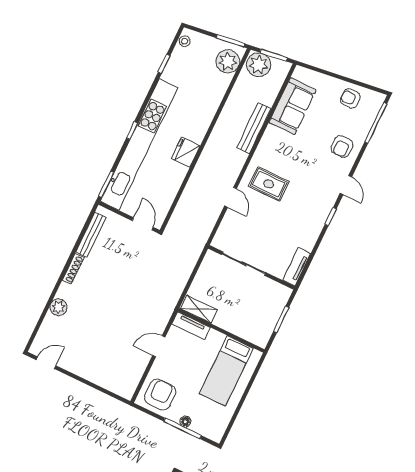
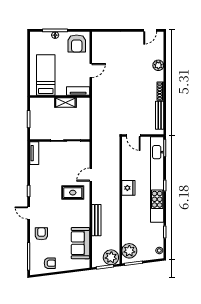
door: (231, 197) -> (91, 175), hinge flipped
shelving: (199, 309) -> (65, 102), moved

